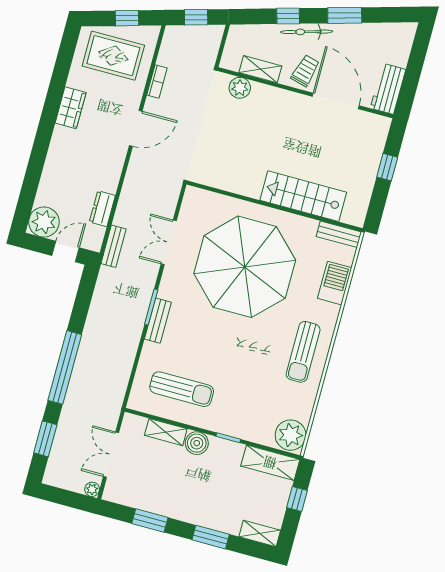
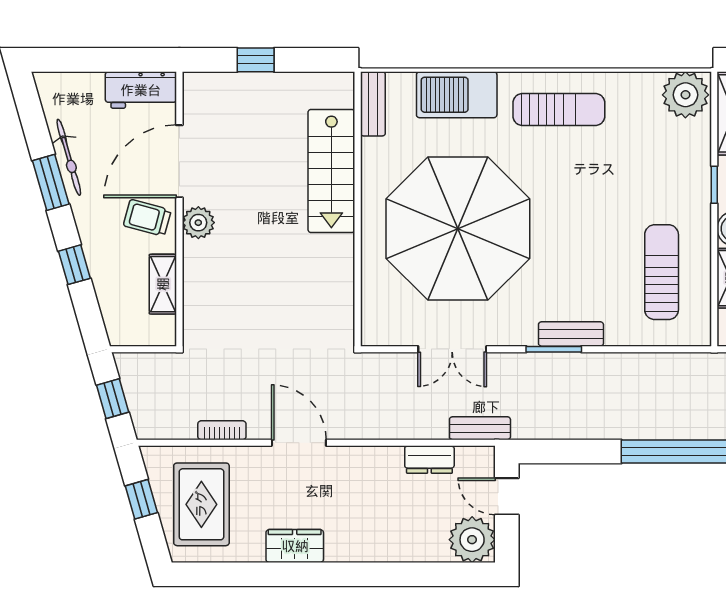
bicycle: (307, 32) -> (69, 157), moved
plant: (240, 88) -> (198, 223), moved
barbecue: (335, 283) -> (457, 95), width x1.37, depth x1.21

